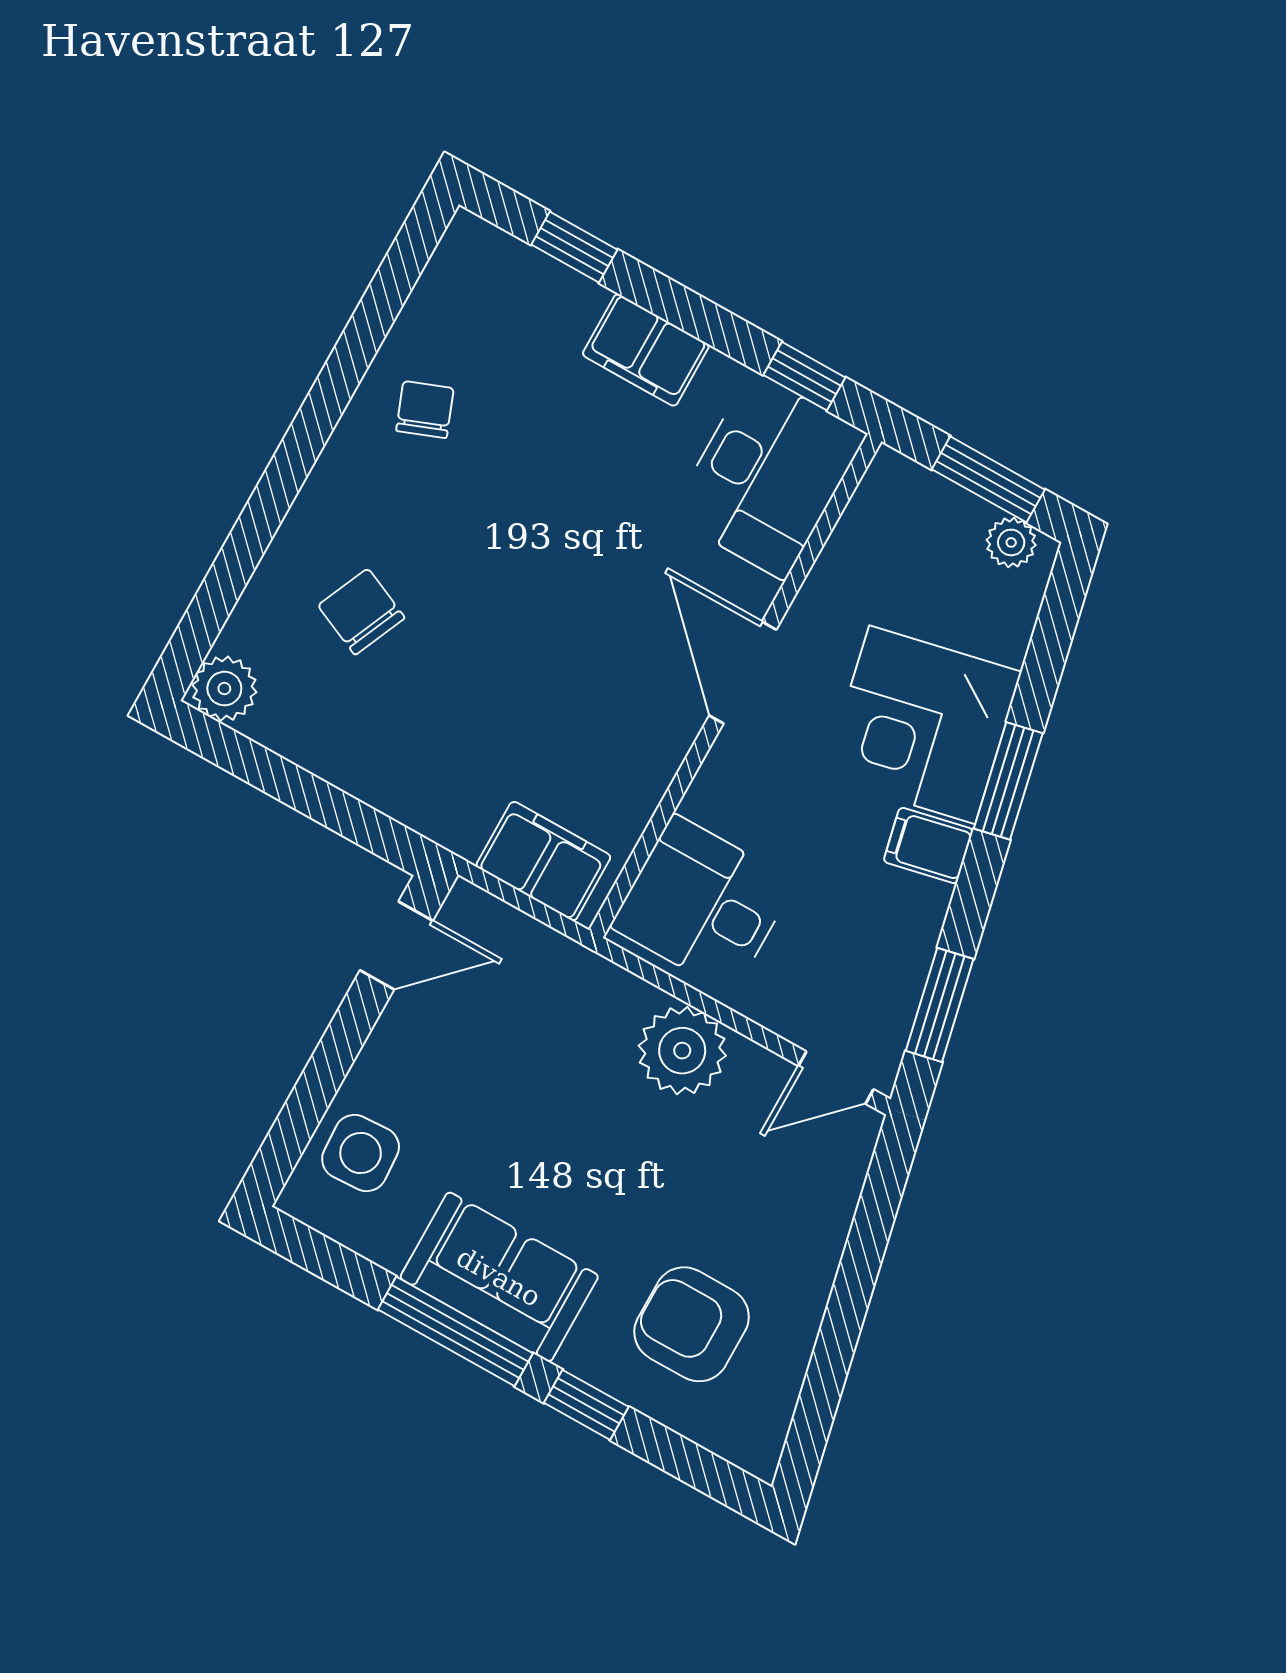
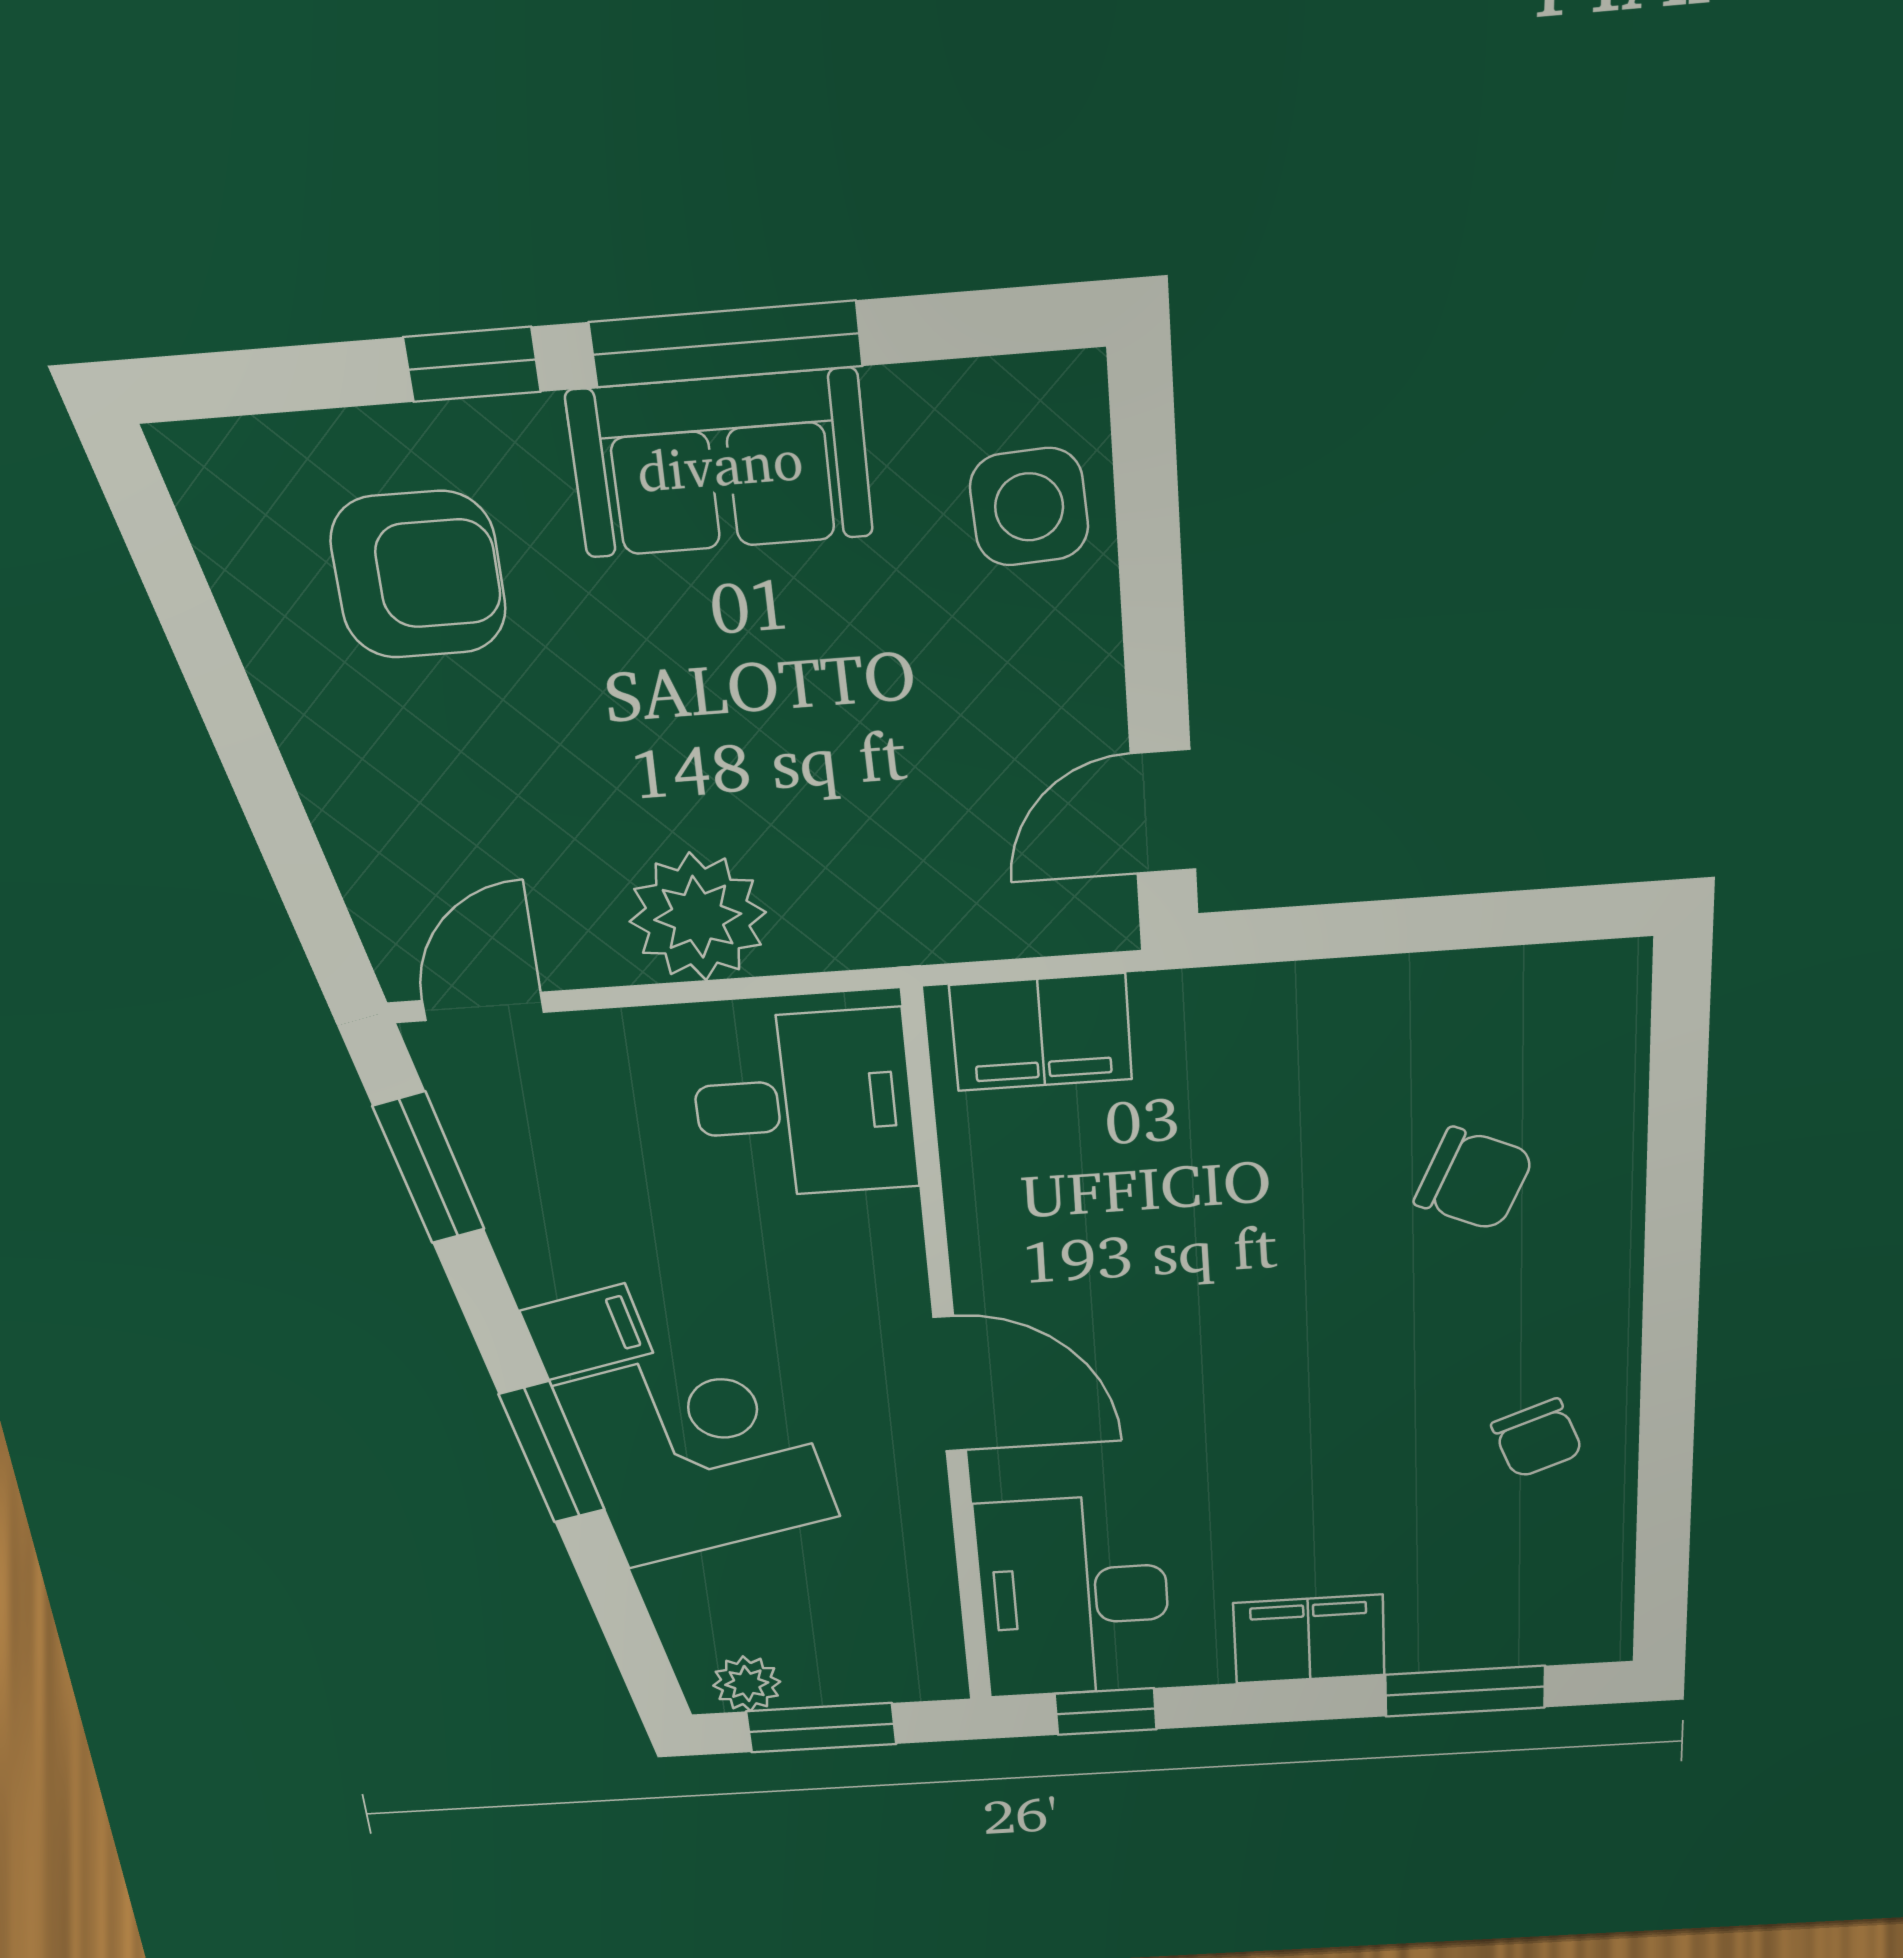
window: (574, 247) -> (1465, 1691), width x1.50
plant: (224, 689) -> (1601, 986), removed

